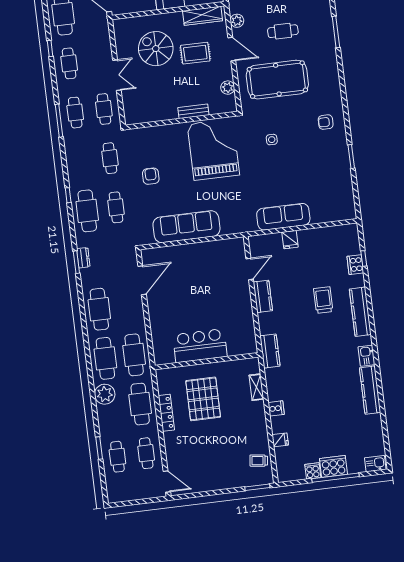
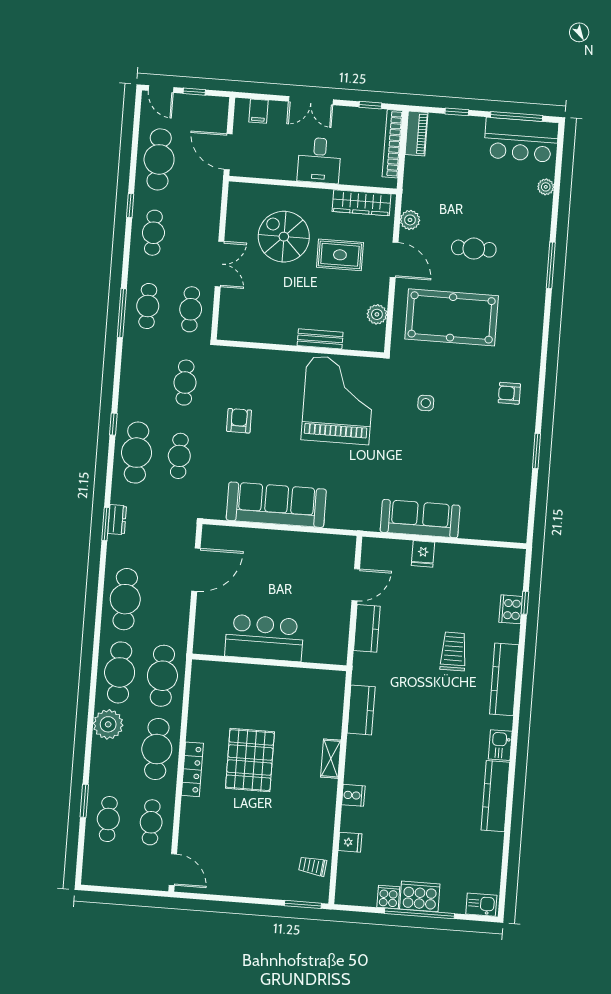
bar counter: (200, 346) -> (264, 638), moved
wall: (207, 361) -> (269, 662), moved

